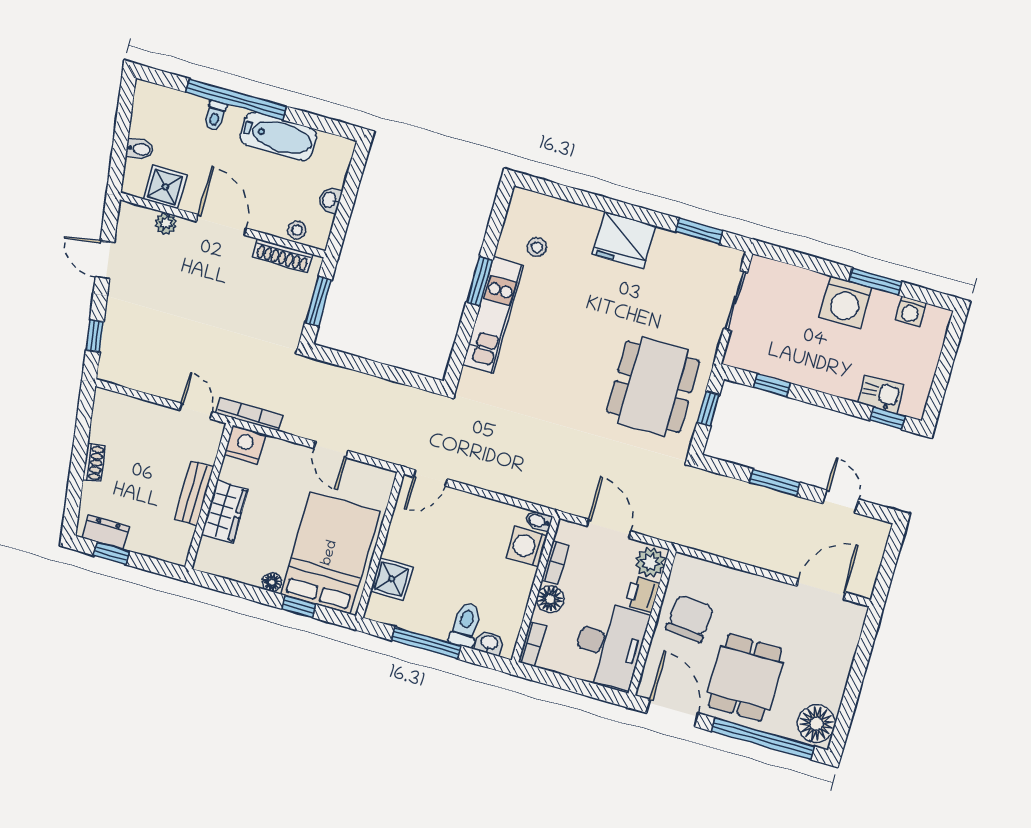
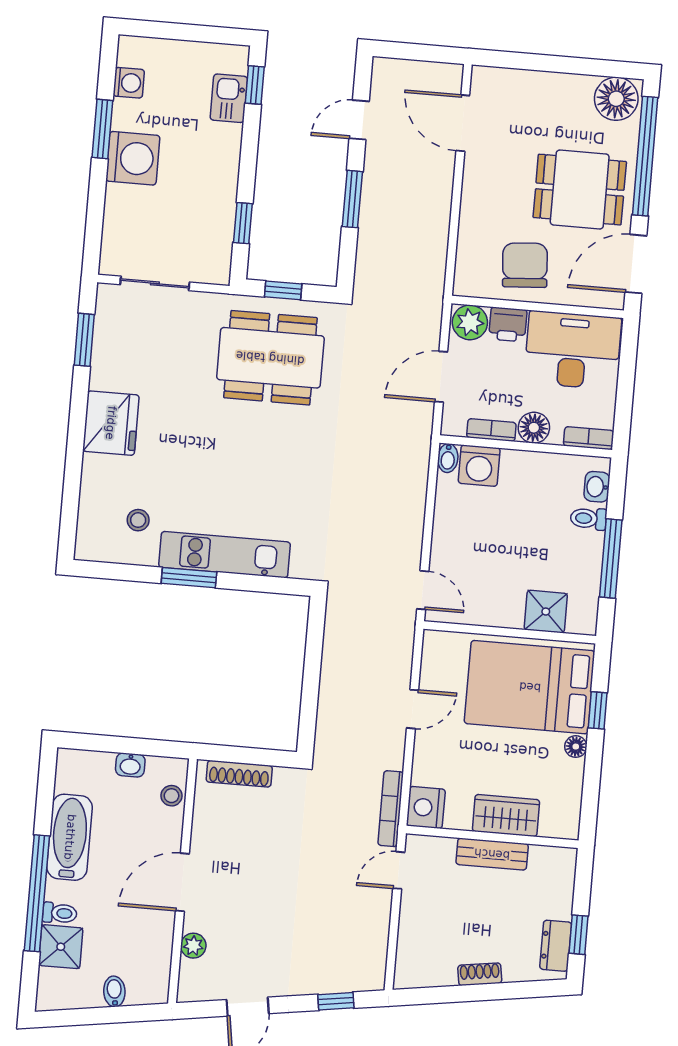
shower: (165, 187) -> (61, 947), moved
shoe rack: (283, 256) -> (239, 774), moved, turned 90
window: (319, 301) -> (247, 756), removed
chair: (690, 618) -> (525, 265), turned 81
toilet: (465, 625) -> (588, 519), width x0.73, depth x0.72

